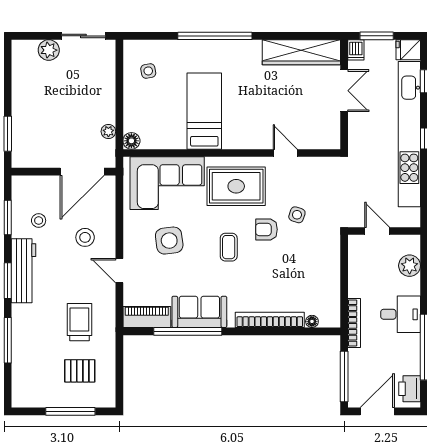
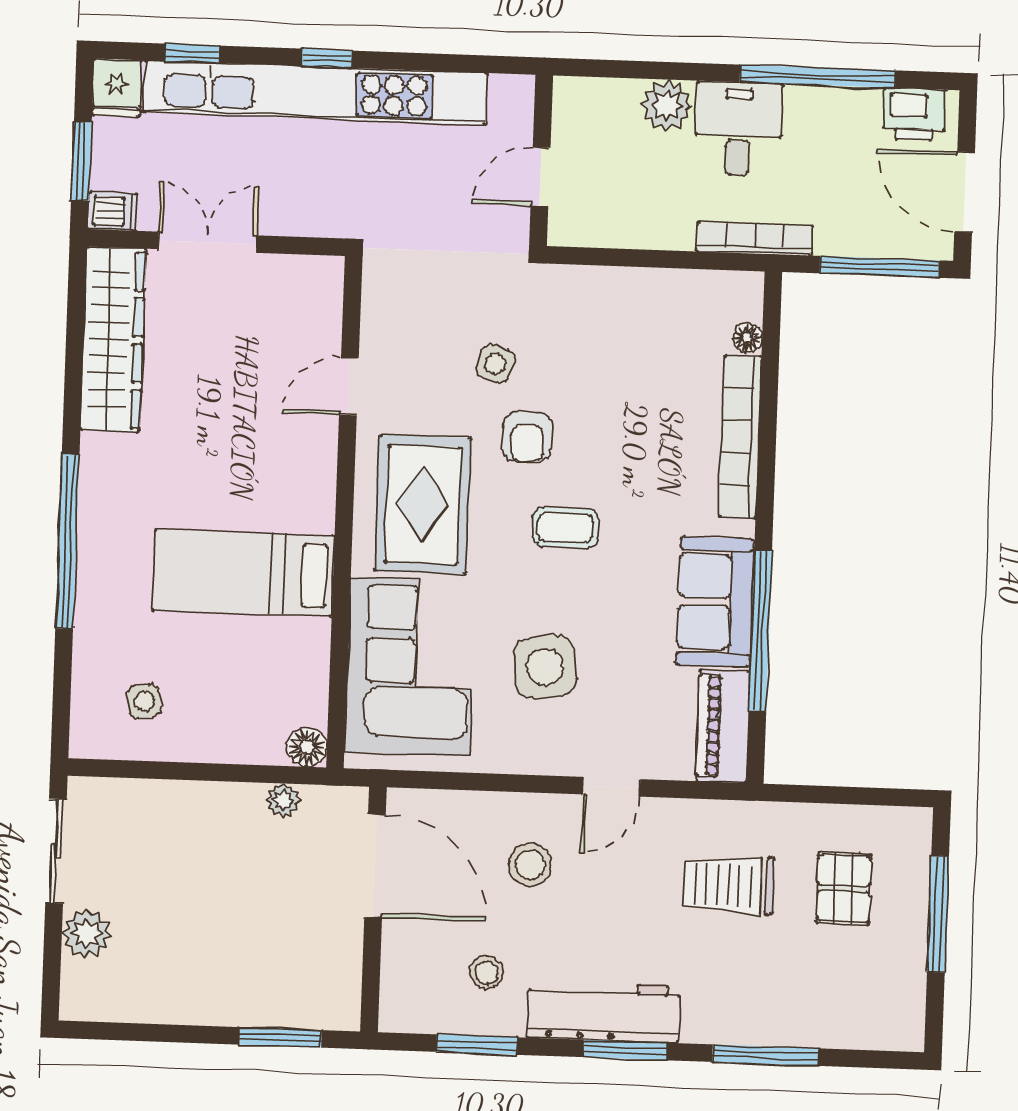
plant: (410, 266) -> (667, 105), moved

